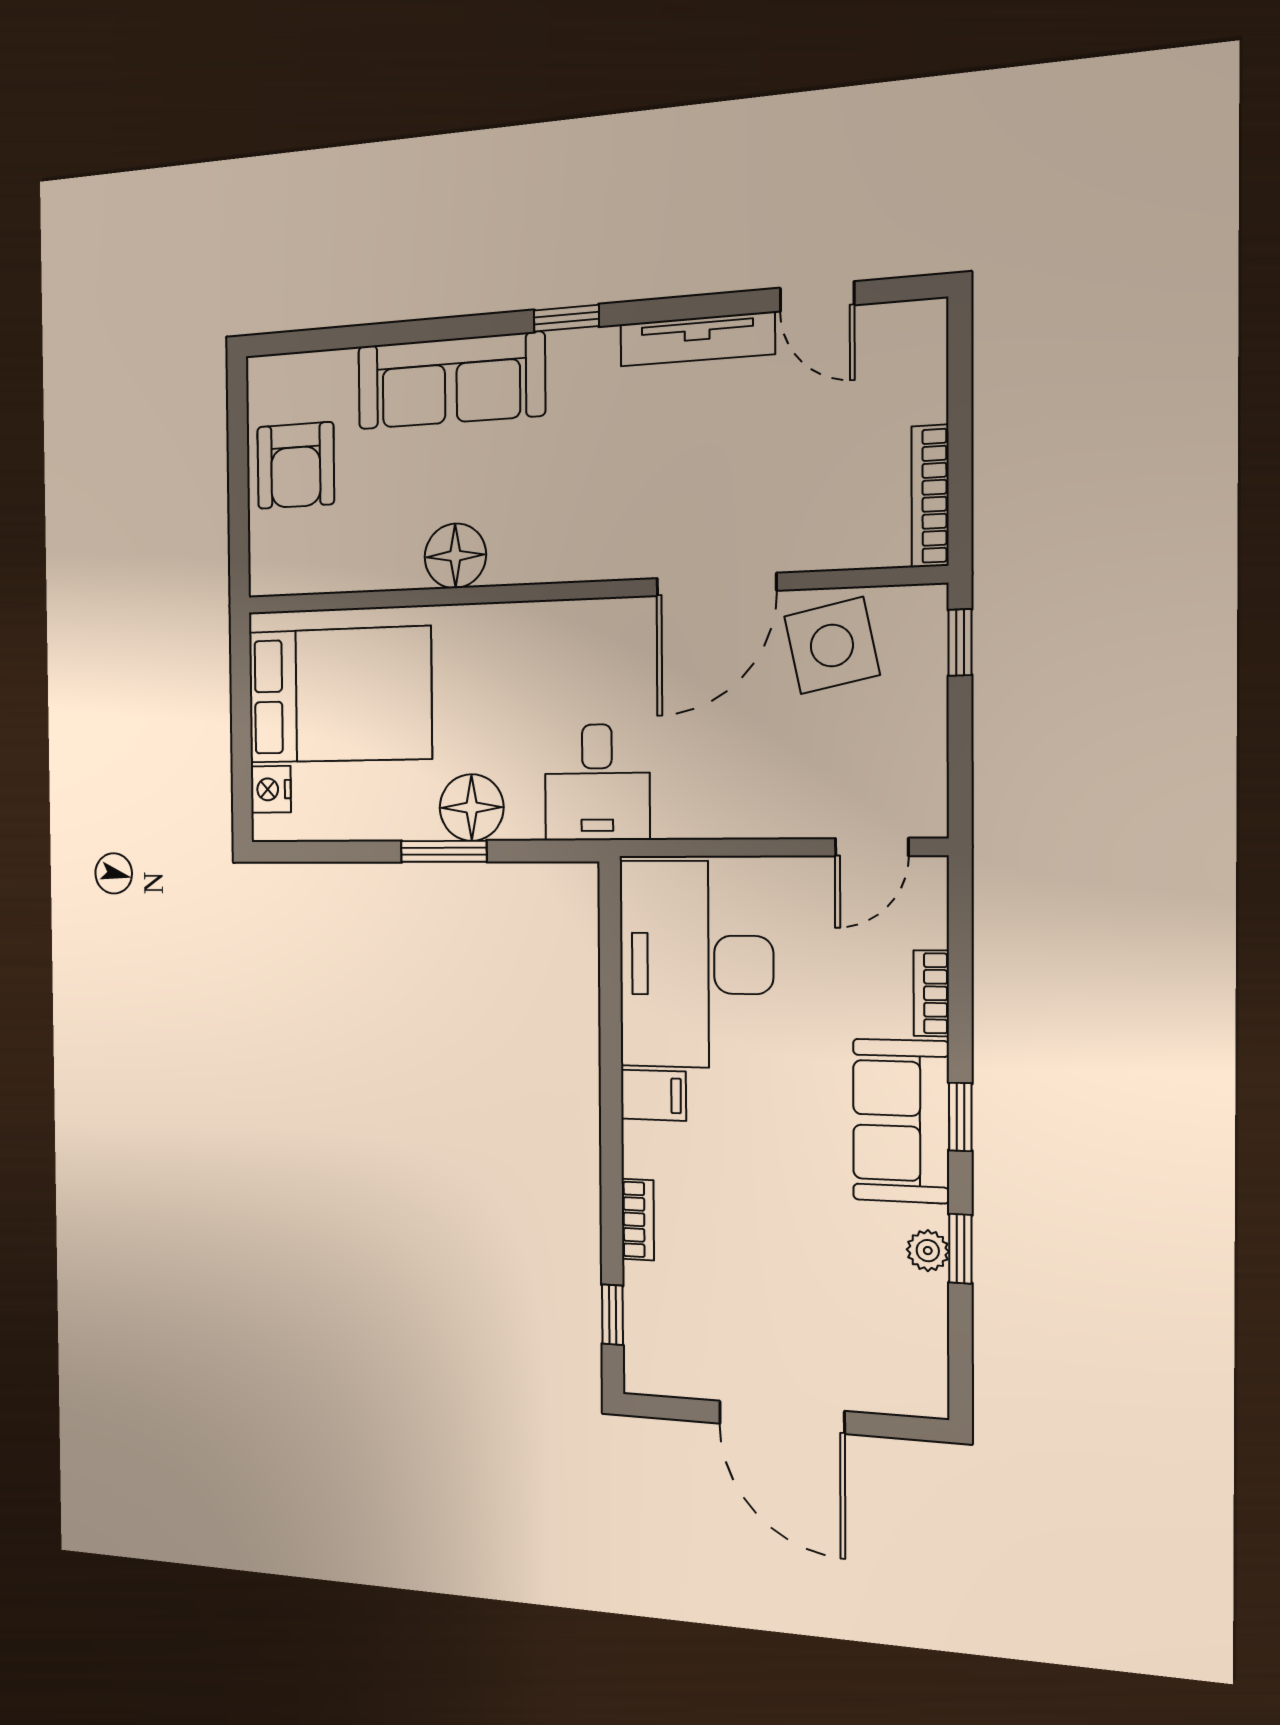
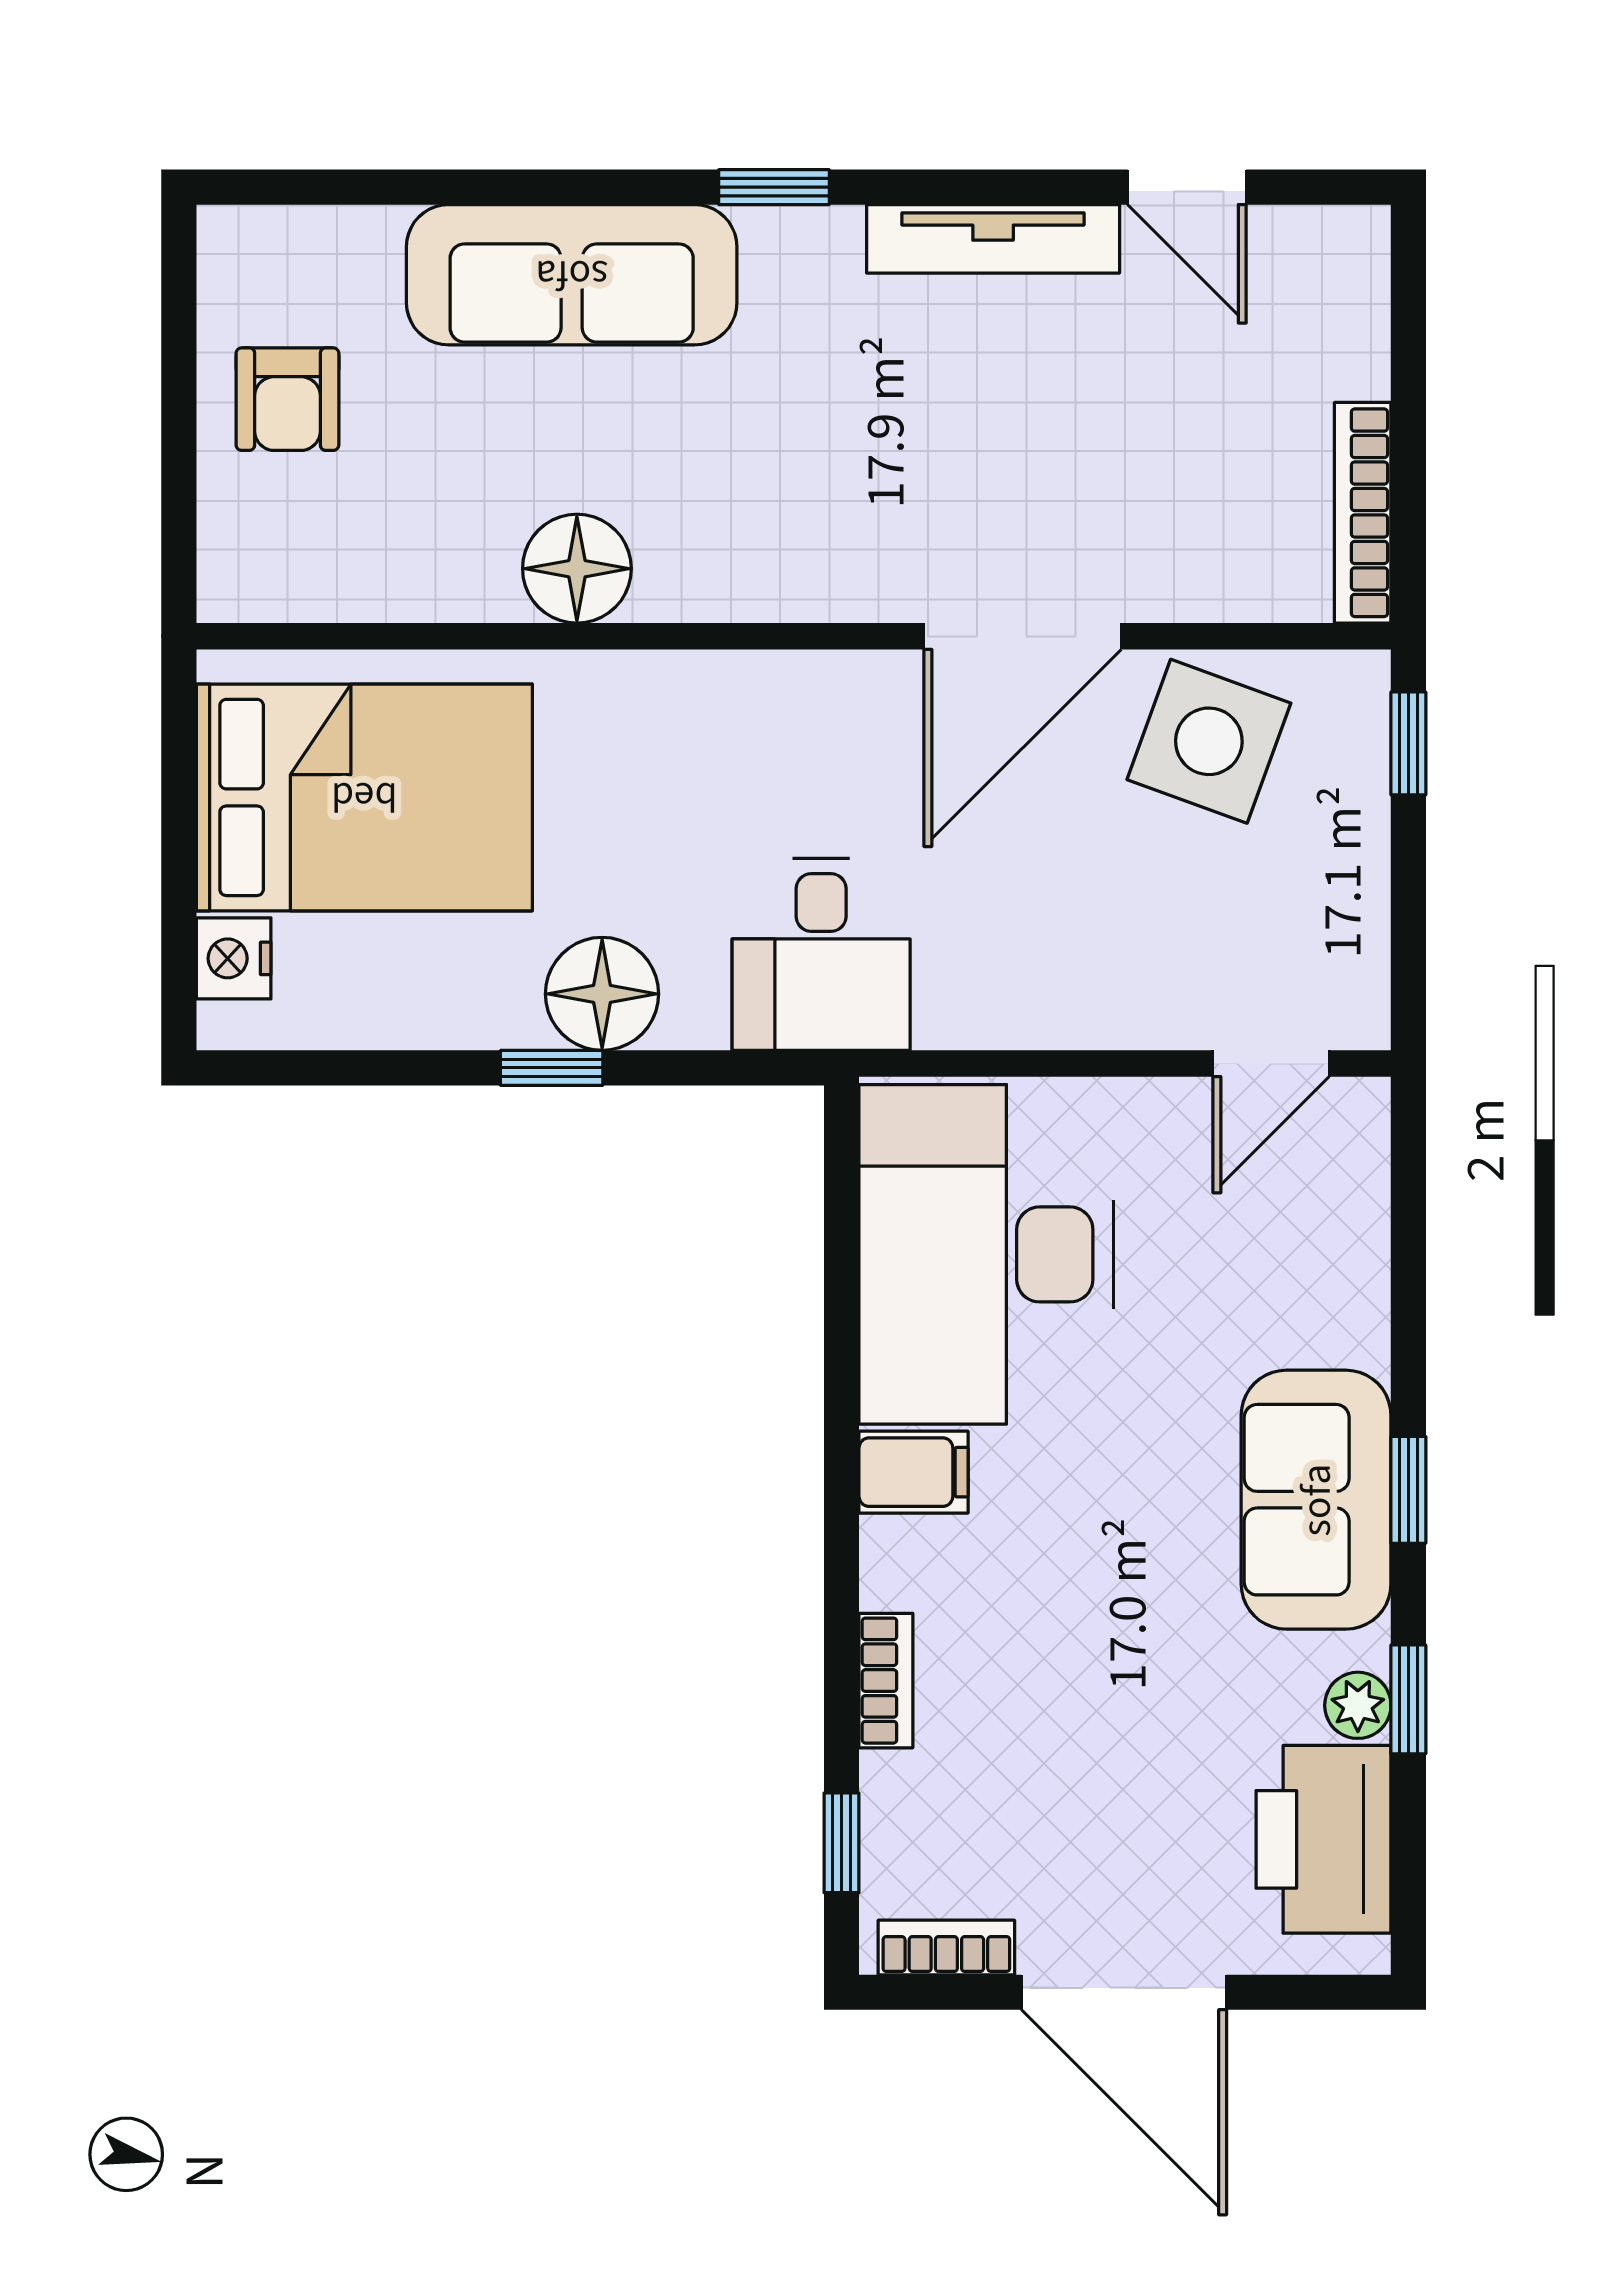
armchair: (296, 465) -> (287, 399), width x0.72, depth x0.72
side table: (832, 645) -> (1209, 741), turned 32
window: (444, 851) -> (552, 1068), width x0.67
bookcase: (931, 993) -> (946, 1947), moved, turned 90
printer: (906, 1333) -> (1323, 1839), added

